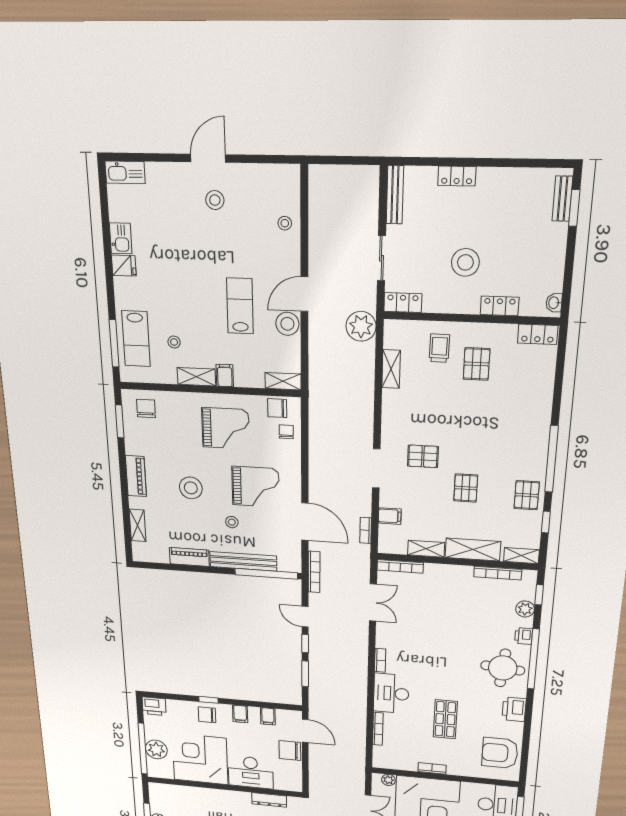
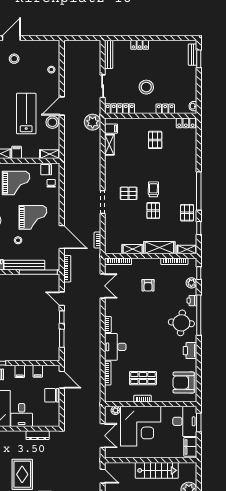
locker: (403, 303) -> (120, 109), width x1.53
lab bench: (240, 306) -> (26, 114), width x1.36, depth x1.39
trolley: (439, 348) -> (153, 189), moved
filing cabinet: (390, 516) -> (111, 129), moved
armchair: (450, 607) -> (148, 285), added
shop shelf: (445, 719) -> (143, 378), moved, turned 90
desk: (251, 772) -> (22, 415), width x0.73

